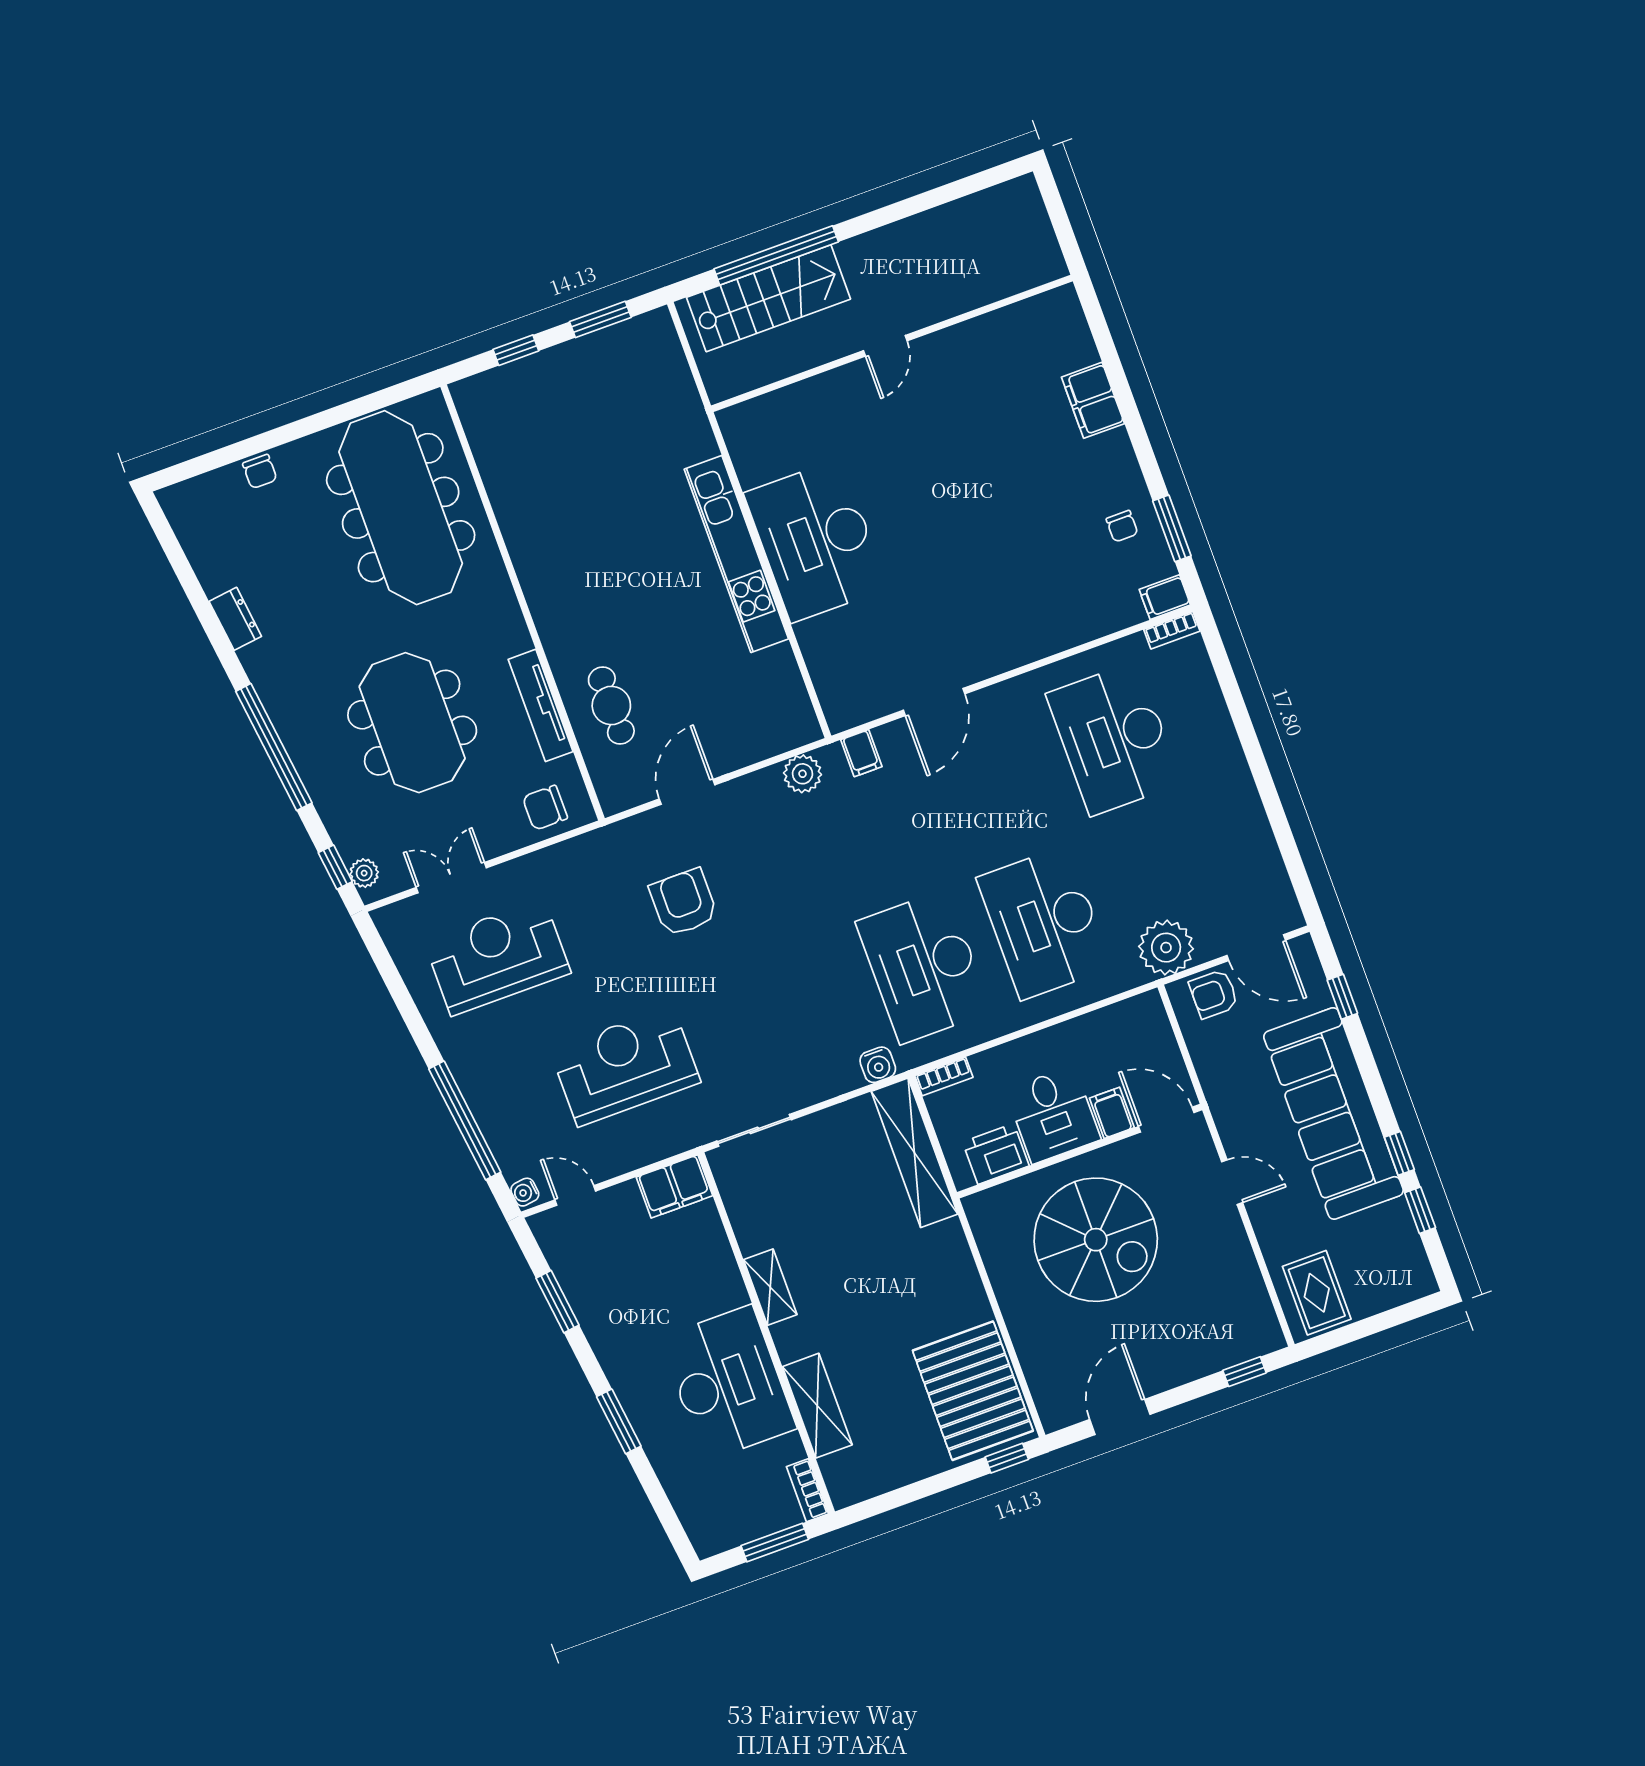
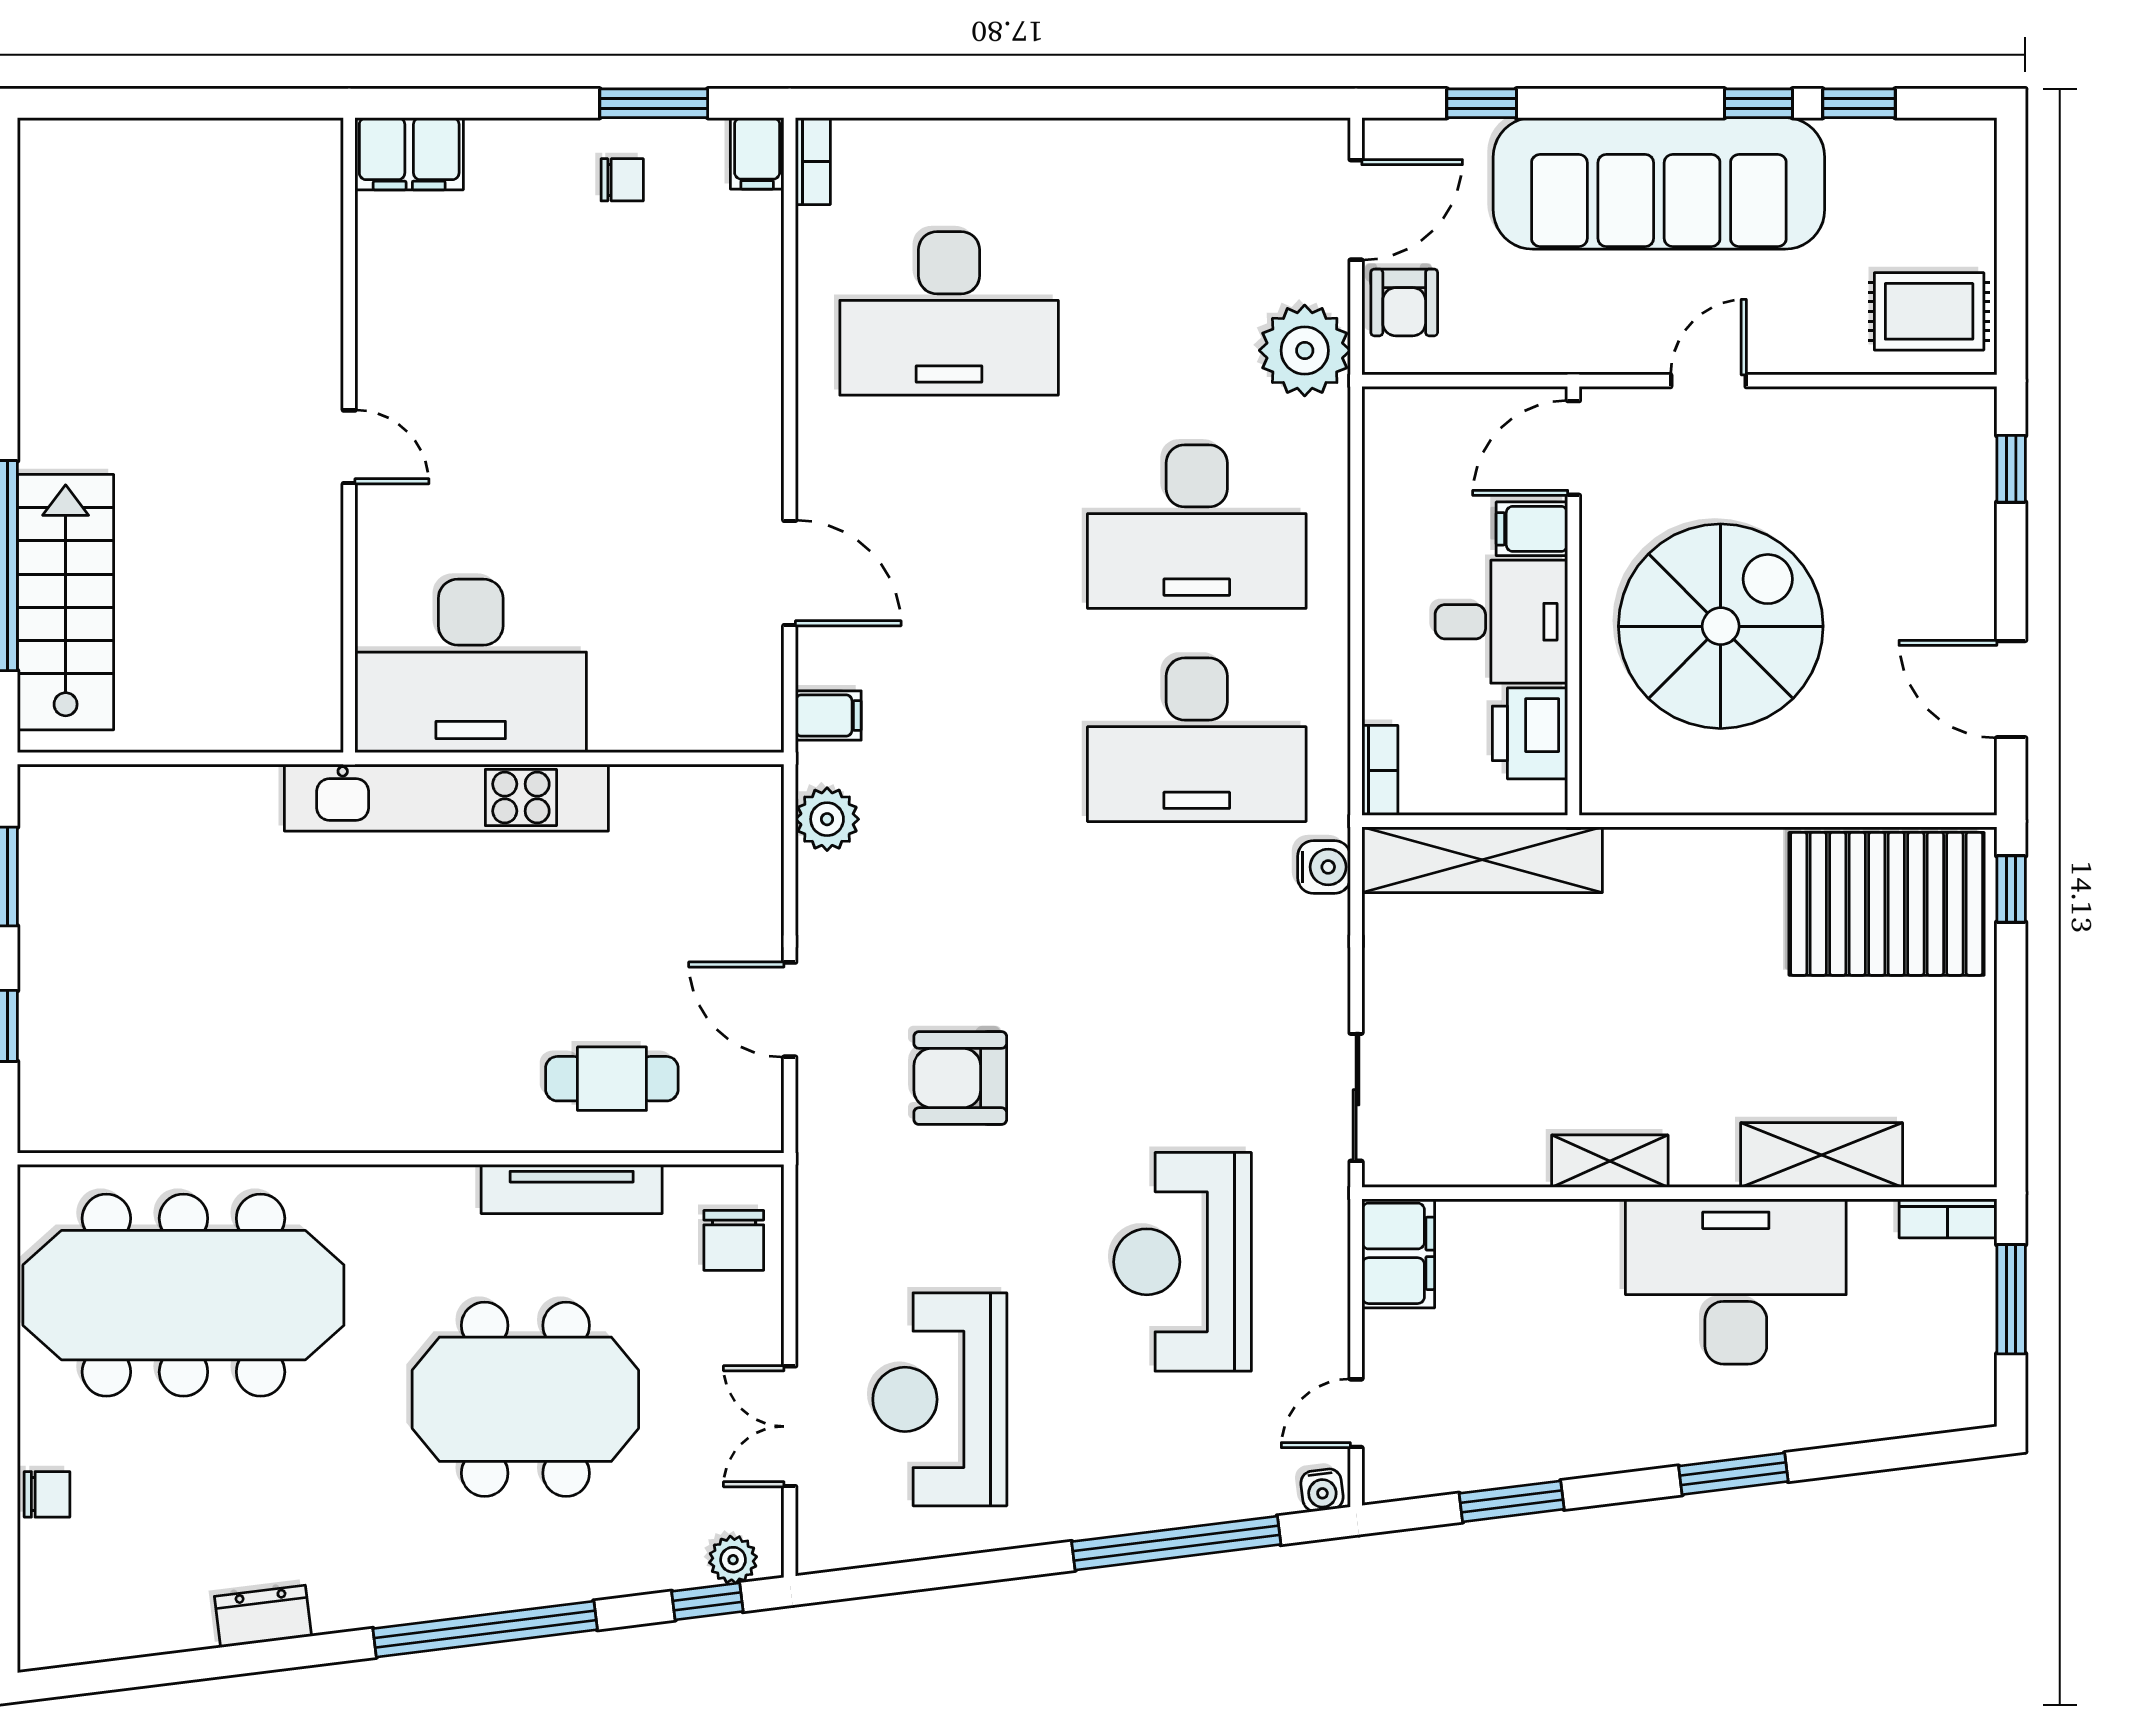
wall: (892, 343) -> (349, 435), moved
door: (885, 346) -> (349, 447), moved

